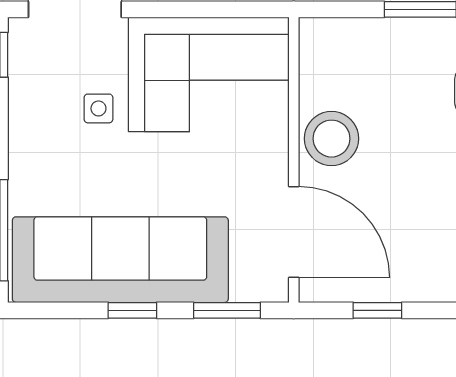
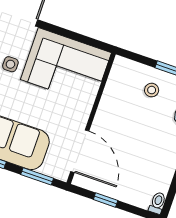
stool: (332, 139) -> (152, 90), moved, width x0.53, depth x0.53

